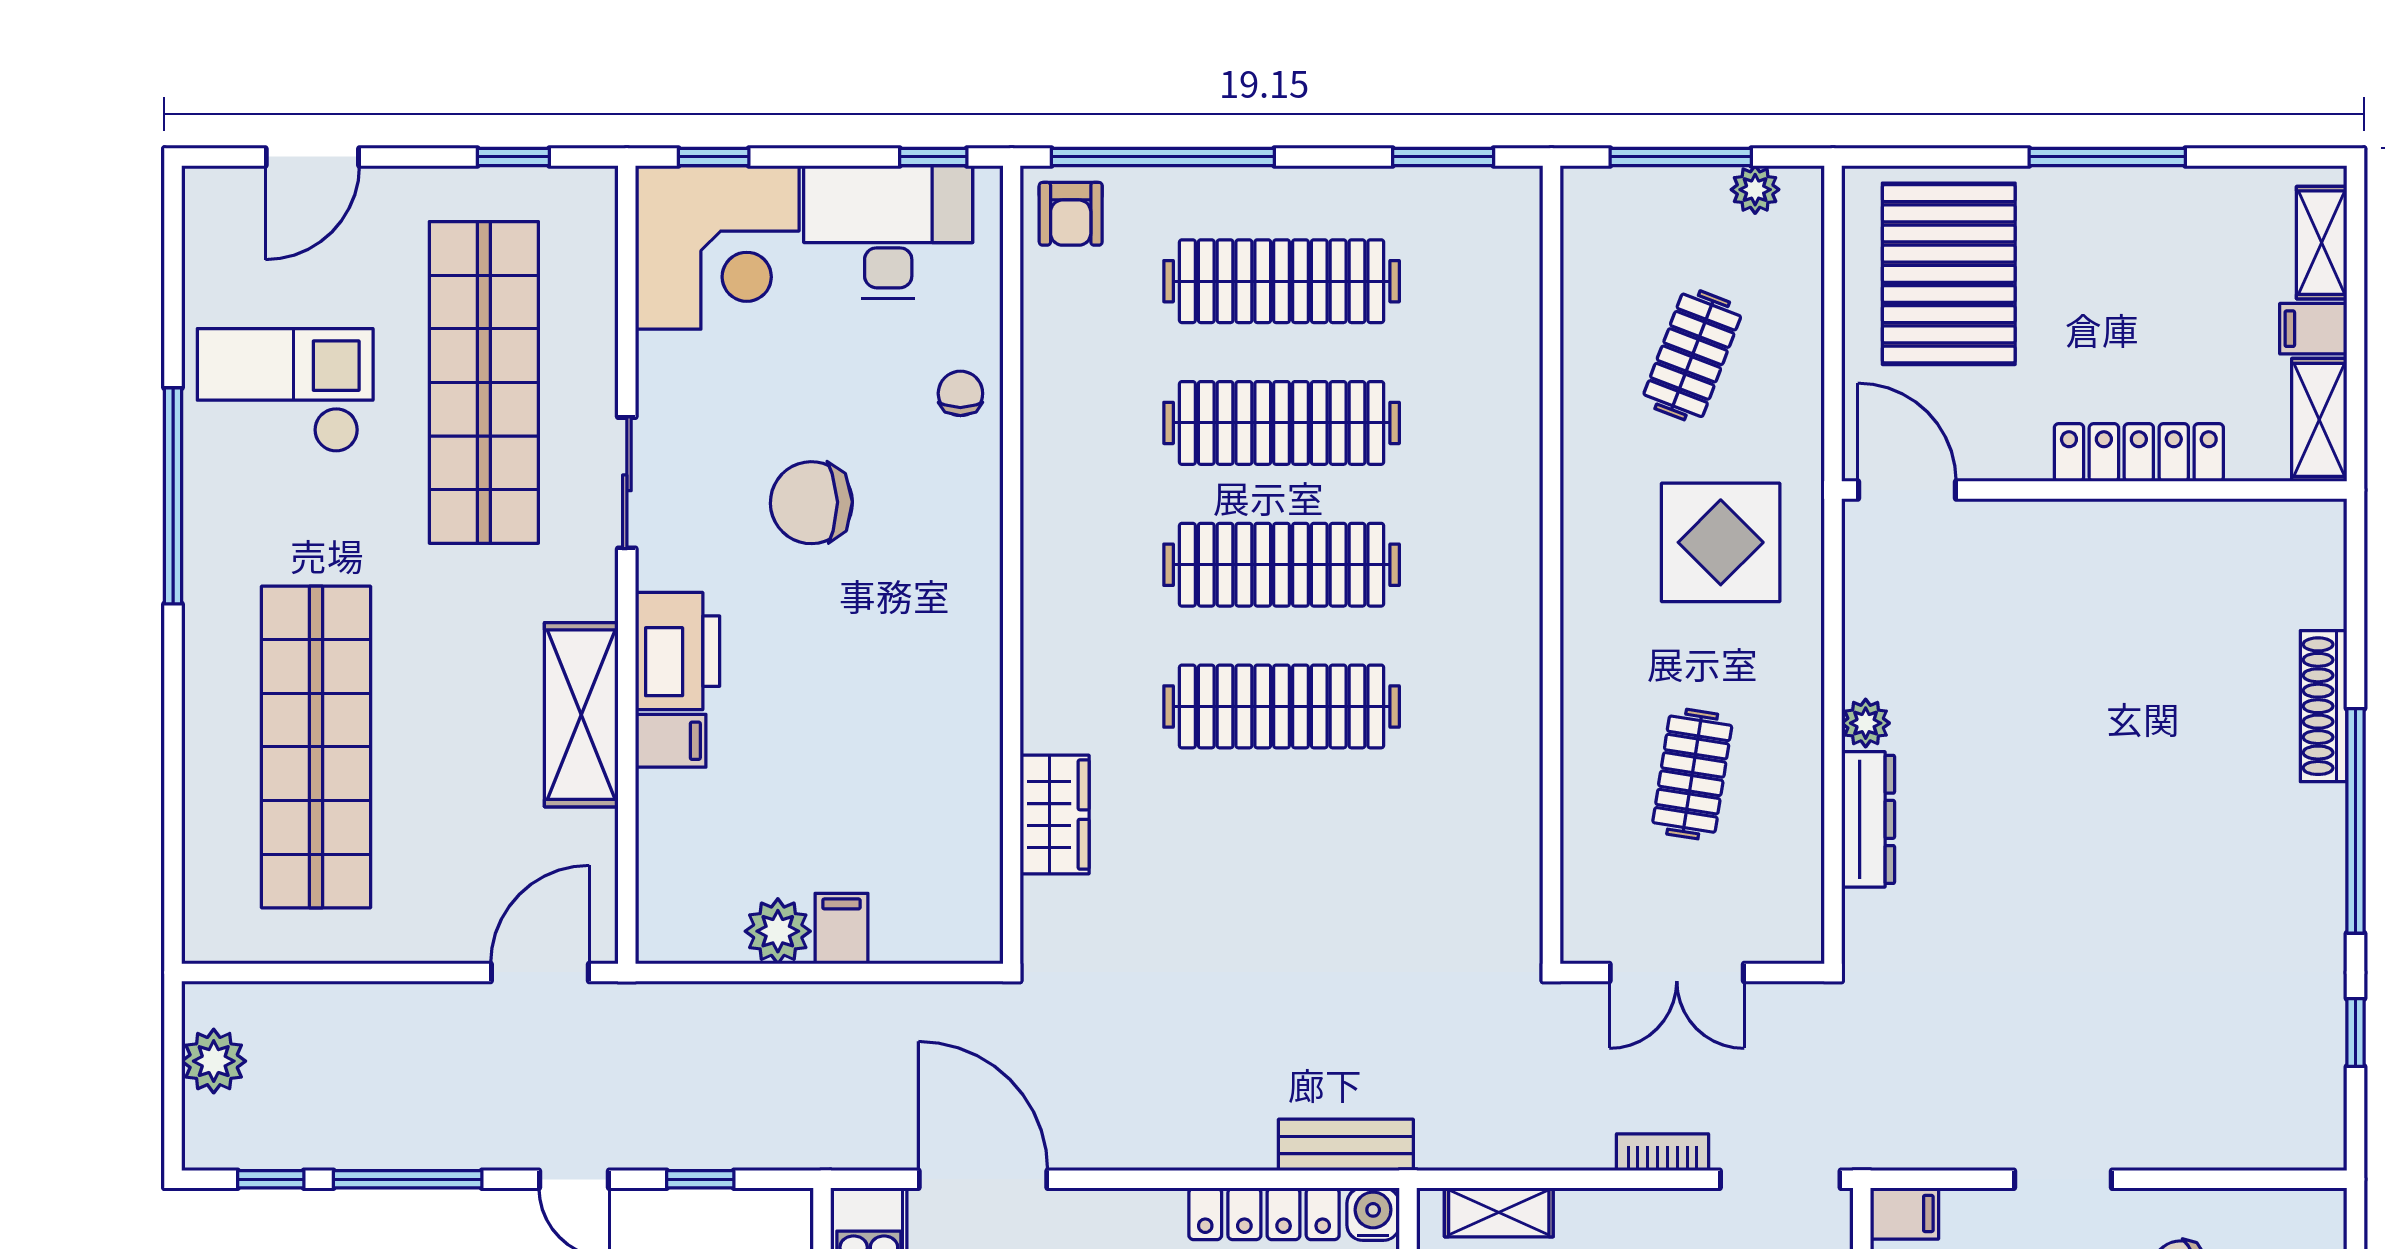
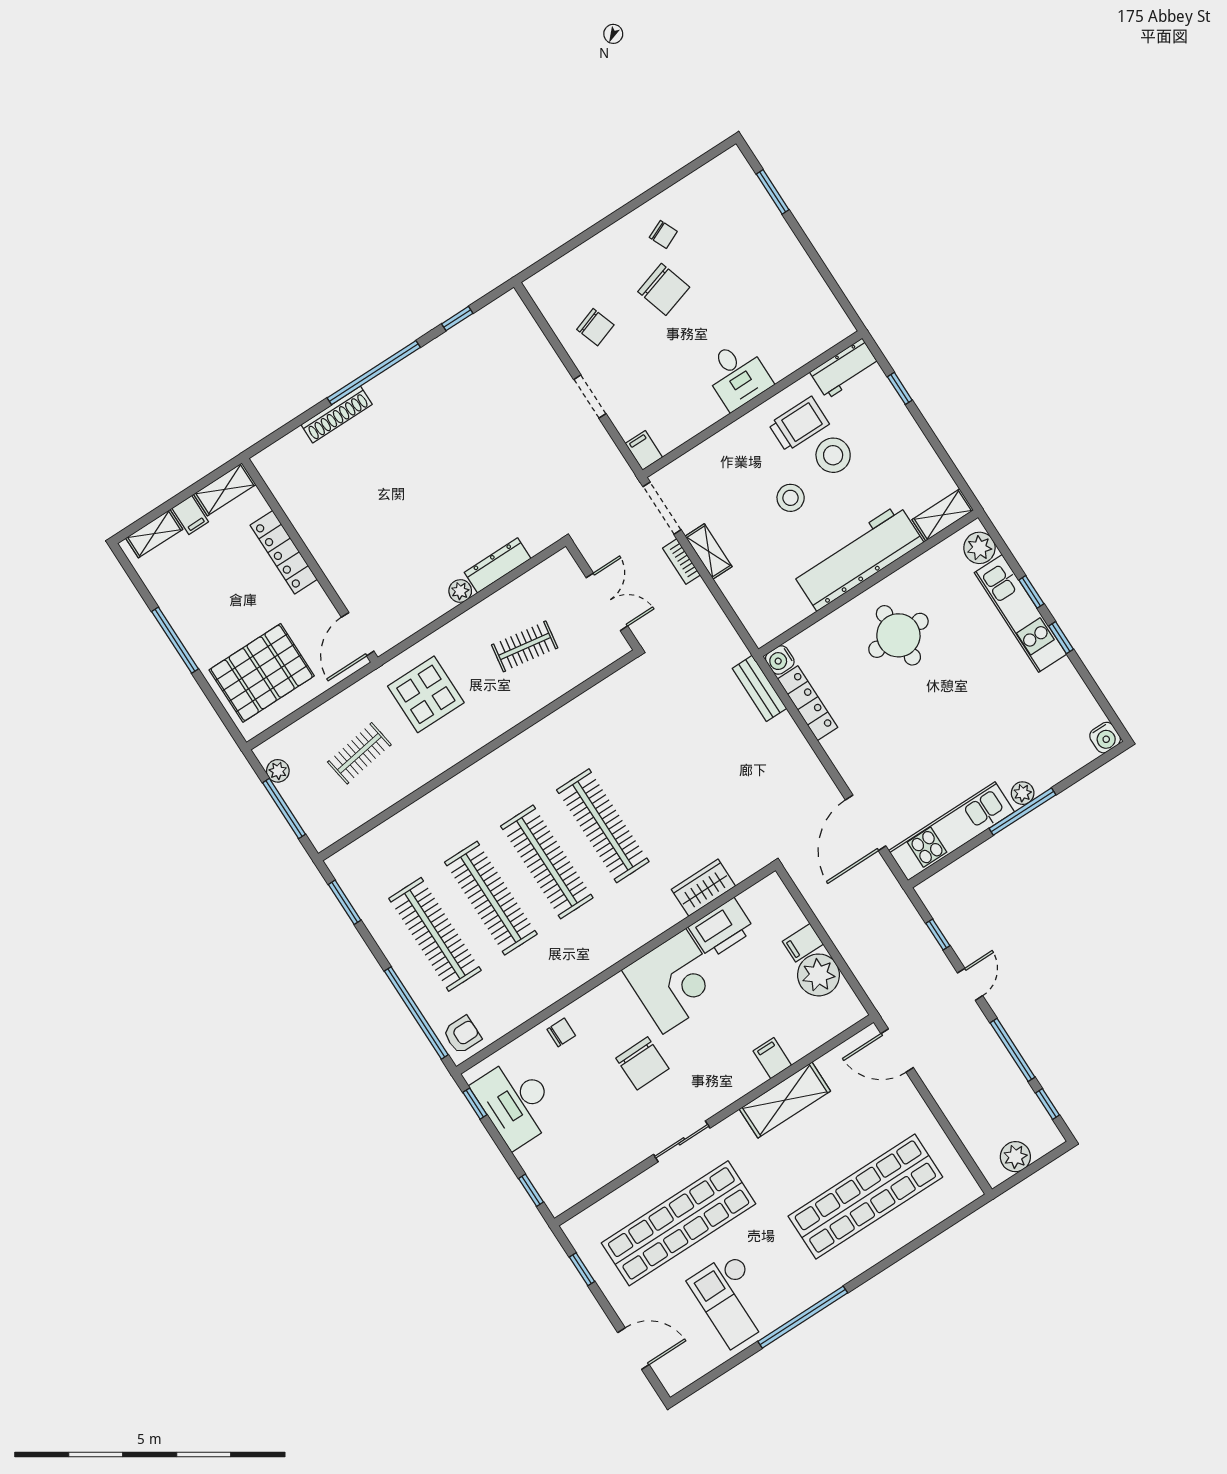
corner desk: (717, 247) -> (674, 981), moved, turned 90
clothes rail: (1692, 355) -> (359, 753), turned -30
chair: (960, 393) -> (561, 1032), turned 180
printer: (678, 651) -> (721, 929), moved, turned 180
plant: (778, 931) -> (819, 975), width x1.36, depth x1.36
shelving: (1499, 1212) -> (709, 551), moved

